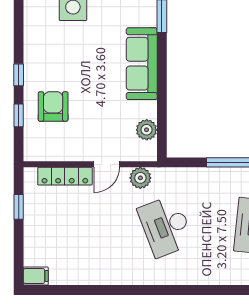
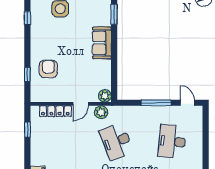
sofa: (142, 64) -> (102, 43), width x0.73
window: (19, 75) -> (27, 18), moved
plant: (147, 130) -> (105, 96), moved

